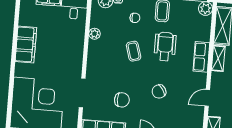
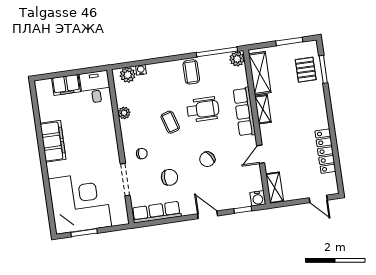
chair: (135, 18) -> (142, 154), moved
wheelchair: (165, 46) -> (203, 109), turned 90
row of seats: (201, 57) -> (244, 112), width x1.48

